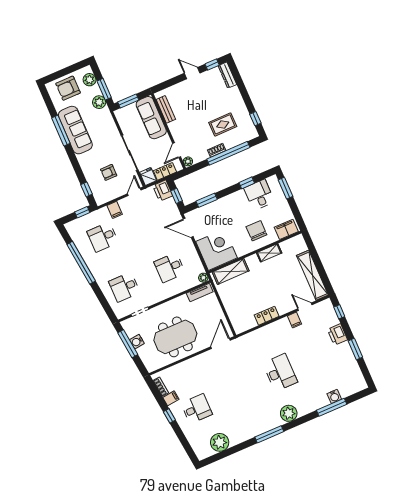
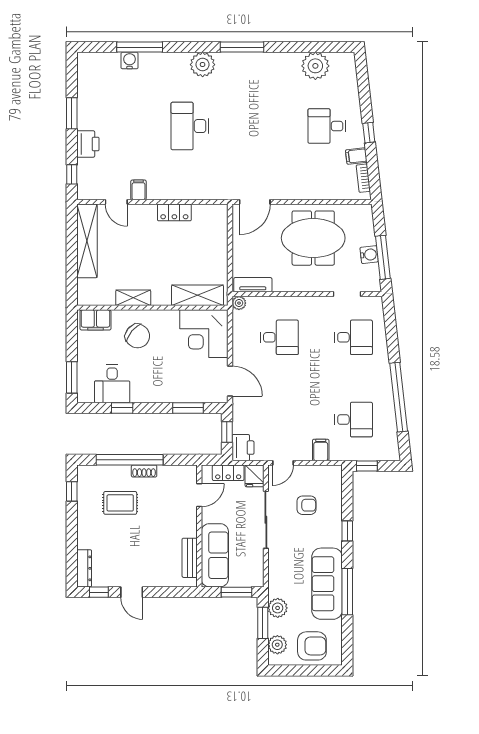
plant: (188, 161) -> (190, 473), removed
window: (86, 189) -> (347, 531), moved
chair: (256, 231) -> (137, 336), turned -50

